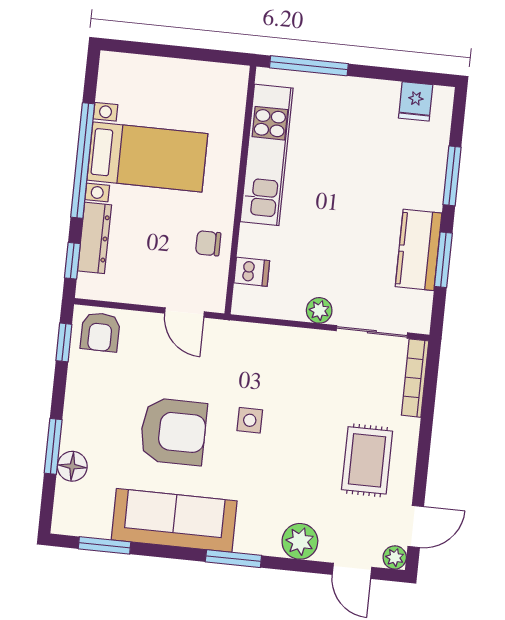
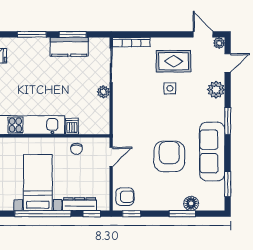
dishwasher: (252, 272) -> (72, 126), moved
side table: (250, 420) -> (170, 88), moved

